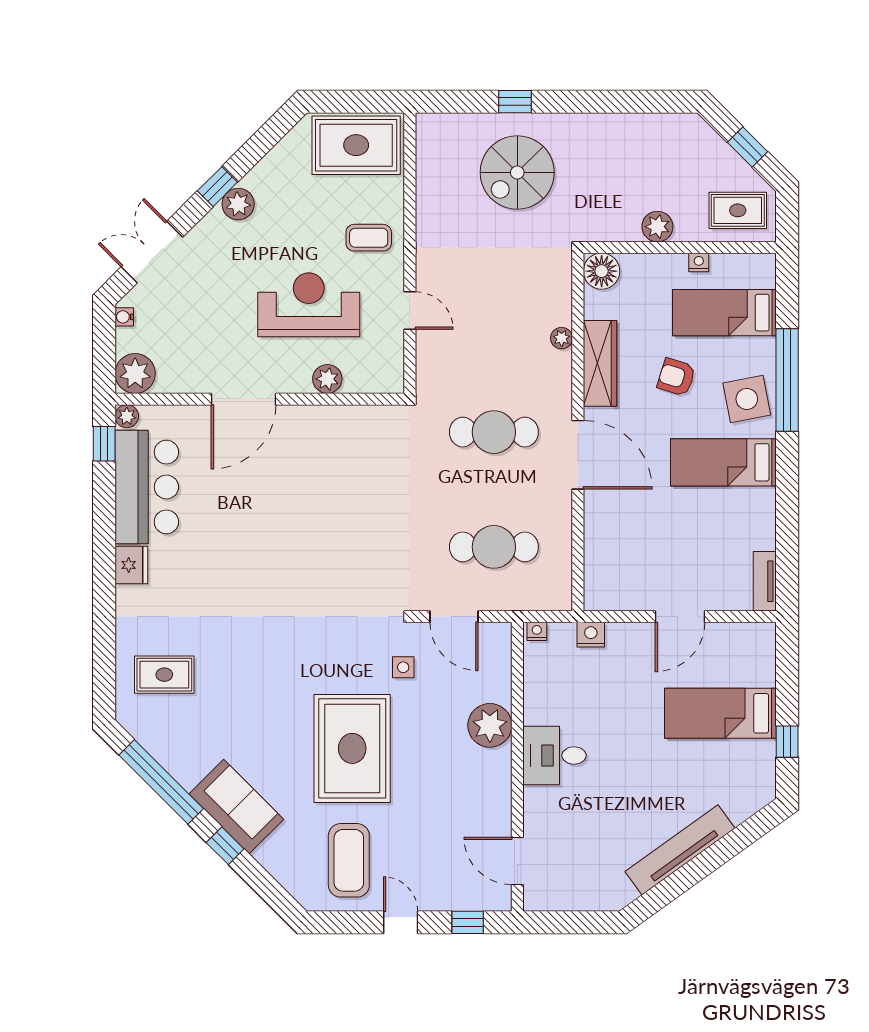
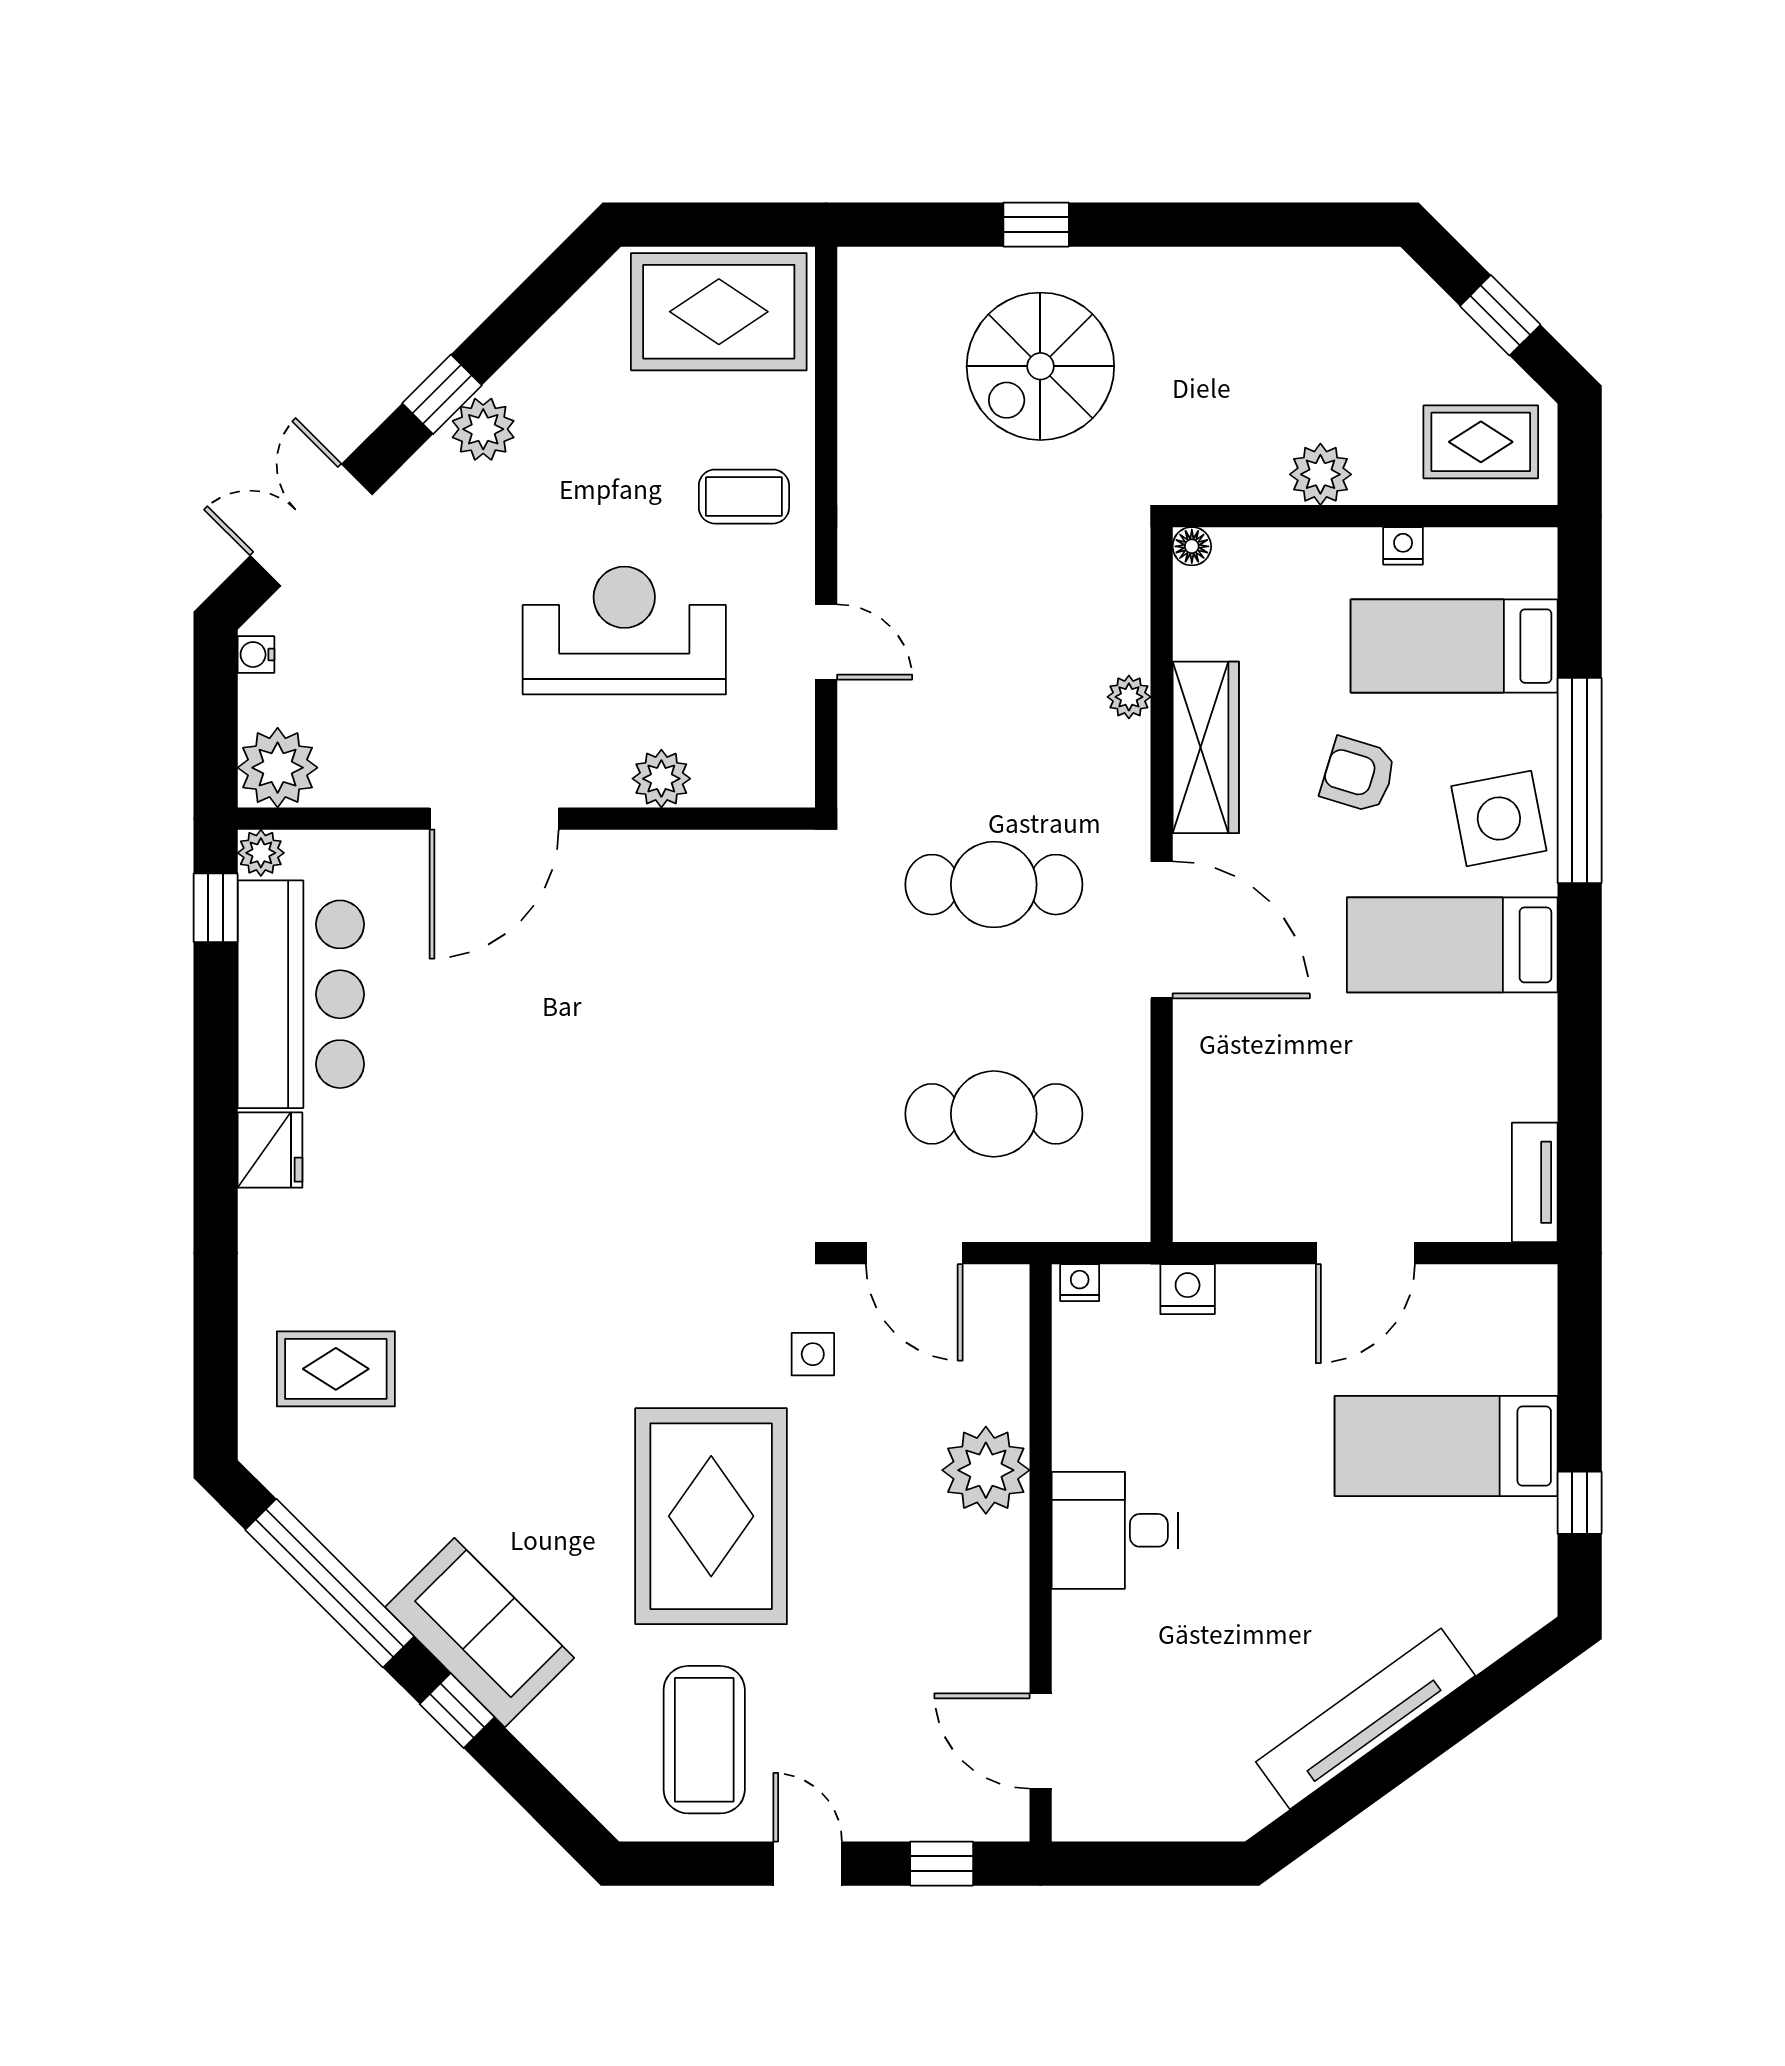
floor lamp: (602, 271) -> (1192, 546), width x0.53, depth x0.53

